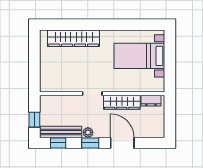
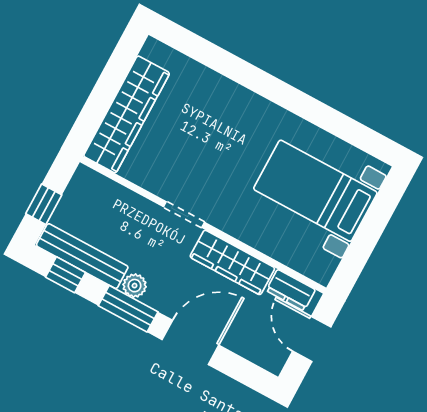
wardrobe: (74, 38) -> (127, 114), moved, turned -90
door: (170, 116) -> (312, 339), added
window: (90, 143) -> (128, 309), width x1.50
door: (122, 143) -> (190, 342), hinge flipped

